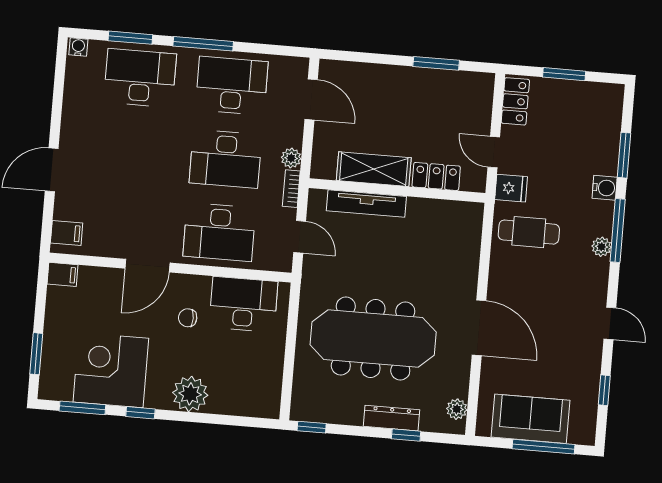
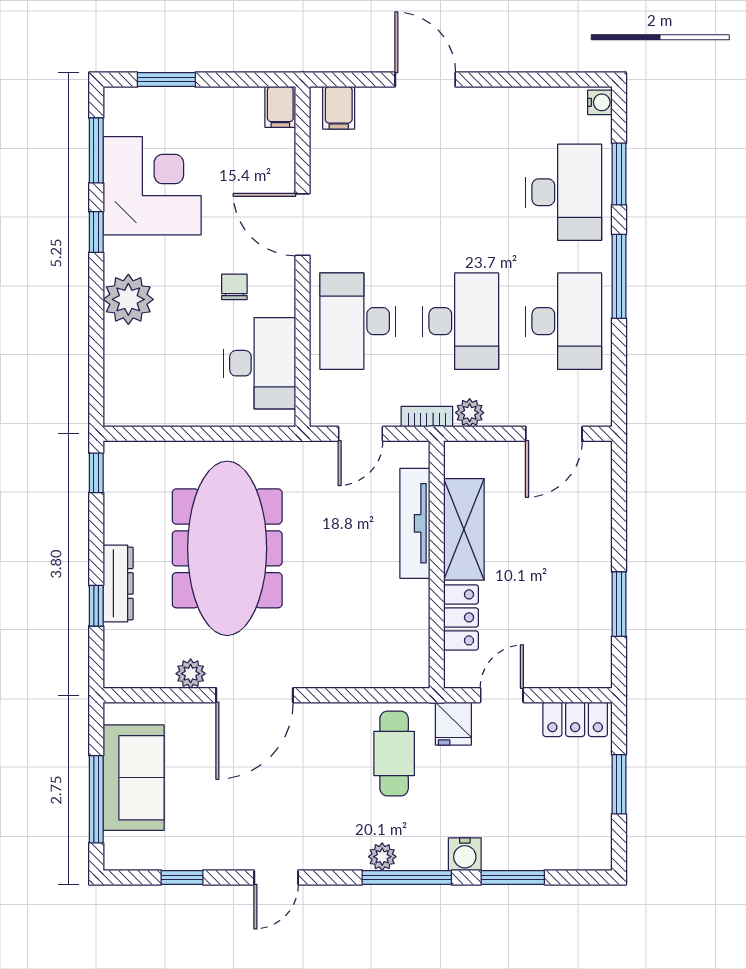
desk: (226, 159) -> (461, 321), turned 180
plant: (457, 409) -> (191, 674), moved

